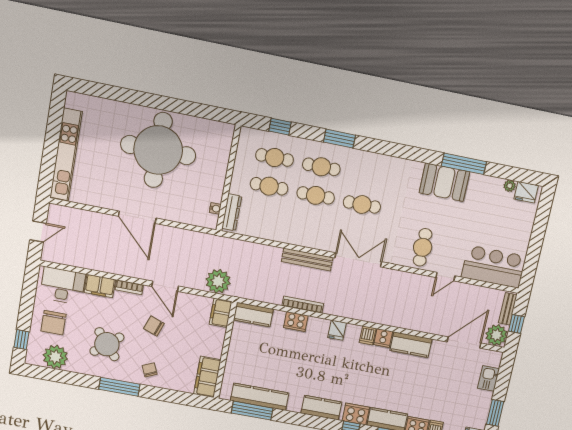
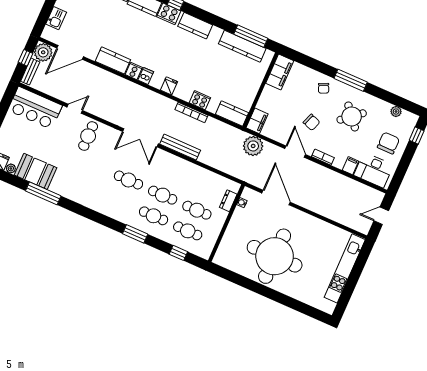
booth: (444, 182) -> (36, 171), moved
dresser: (232, 212) -> (228, 201), width x0.70
door: (137, 217) -> (276, 198), moved
filing cabinet: (100, 286) -> (350, 166), width x0.50
plant: (55, 357) -> (396, 112), width x0.53, depth x0.53

